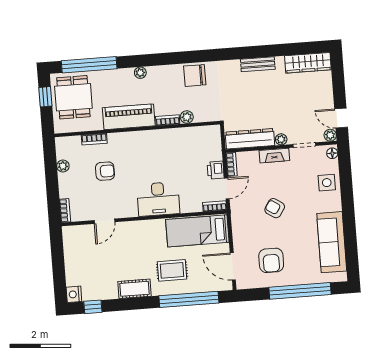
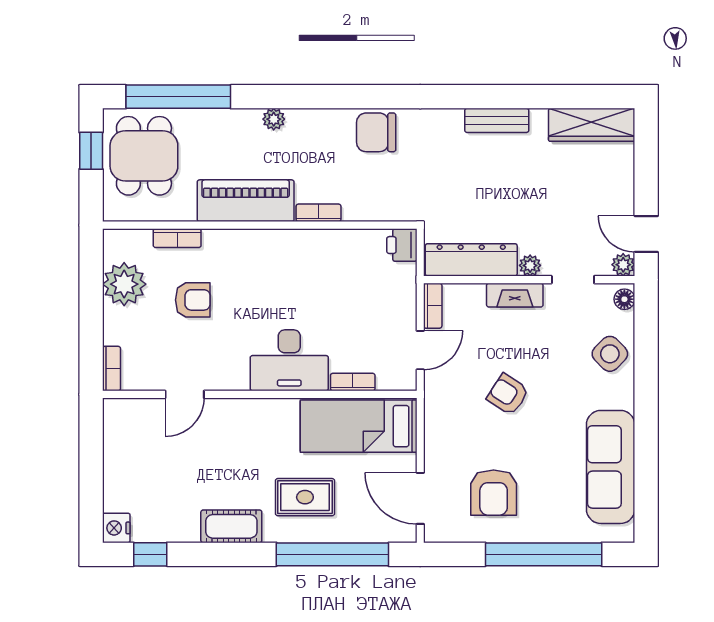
plant: (187, 117) -> (355, 210), removed
plant: (63, 166) -> (124, 284), width x1.87, depth x1.87
printer: (216, 170) -> (402, 245), moved
side table: (327, 183) -> (610, 354), turned 45
bookcase: (215, 206) -> (353, 382), moved

